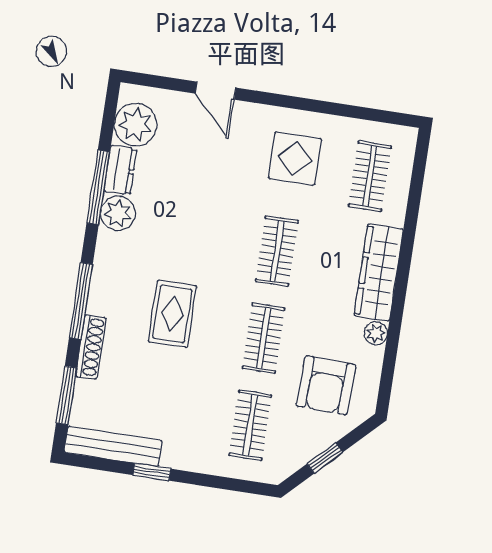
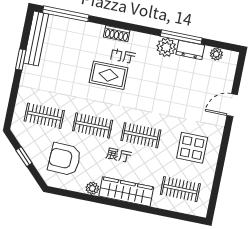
plant: (135, 125) -> (216, 54), width x0.53, depth x0.53
window: (81, 301) -> (118, 24), removed
shoe rack: (91, 347) -> (117, 34), moved, width x0.70
window: (66, 395) -> (66, 14), width x1.44

